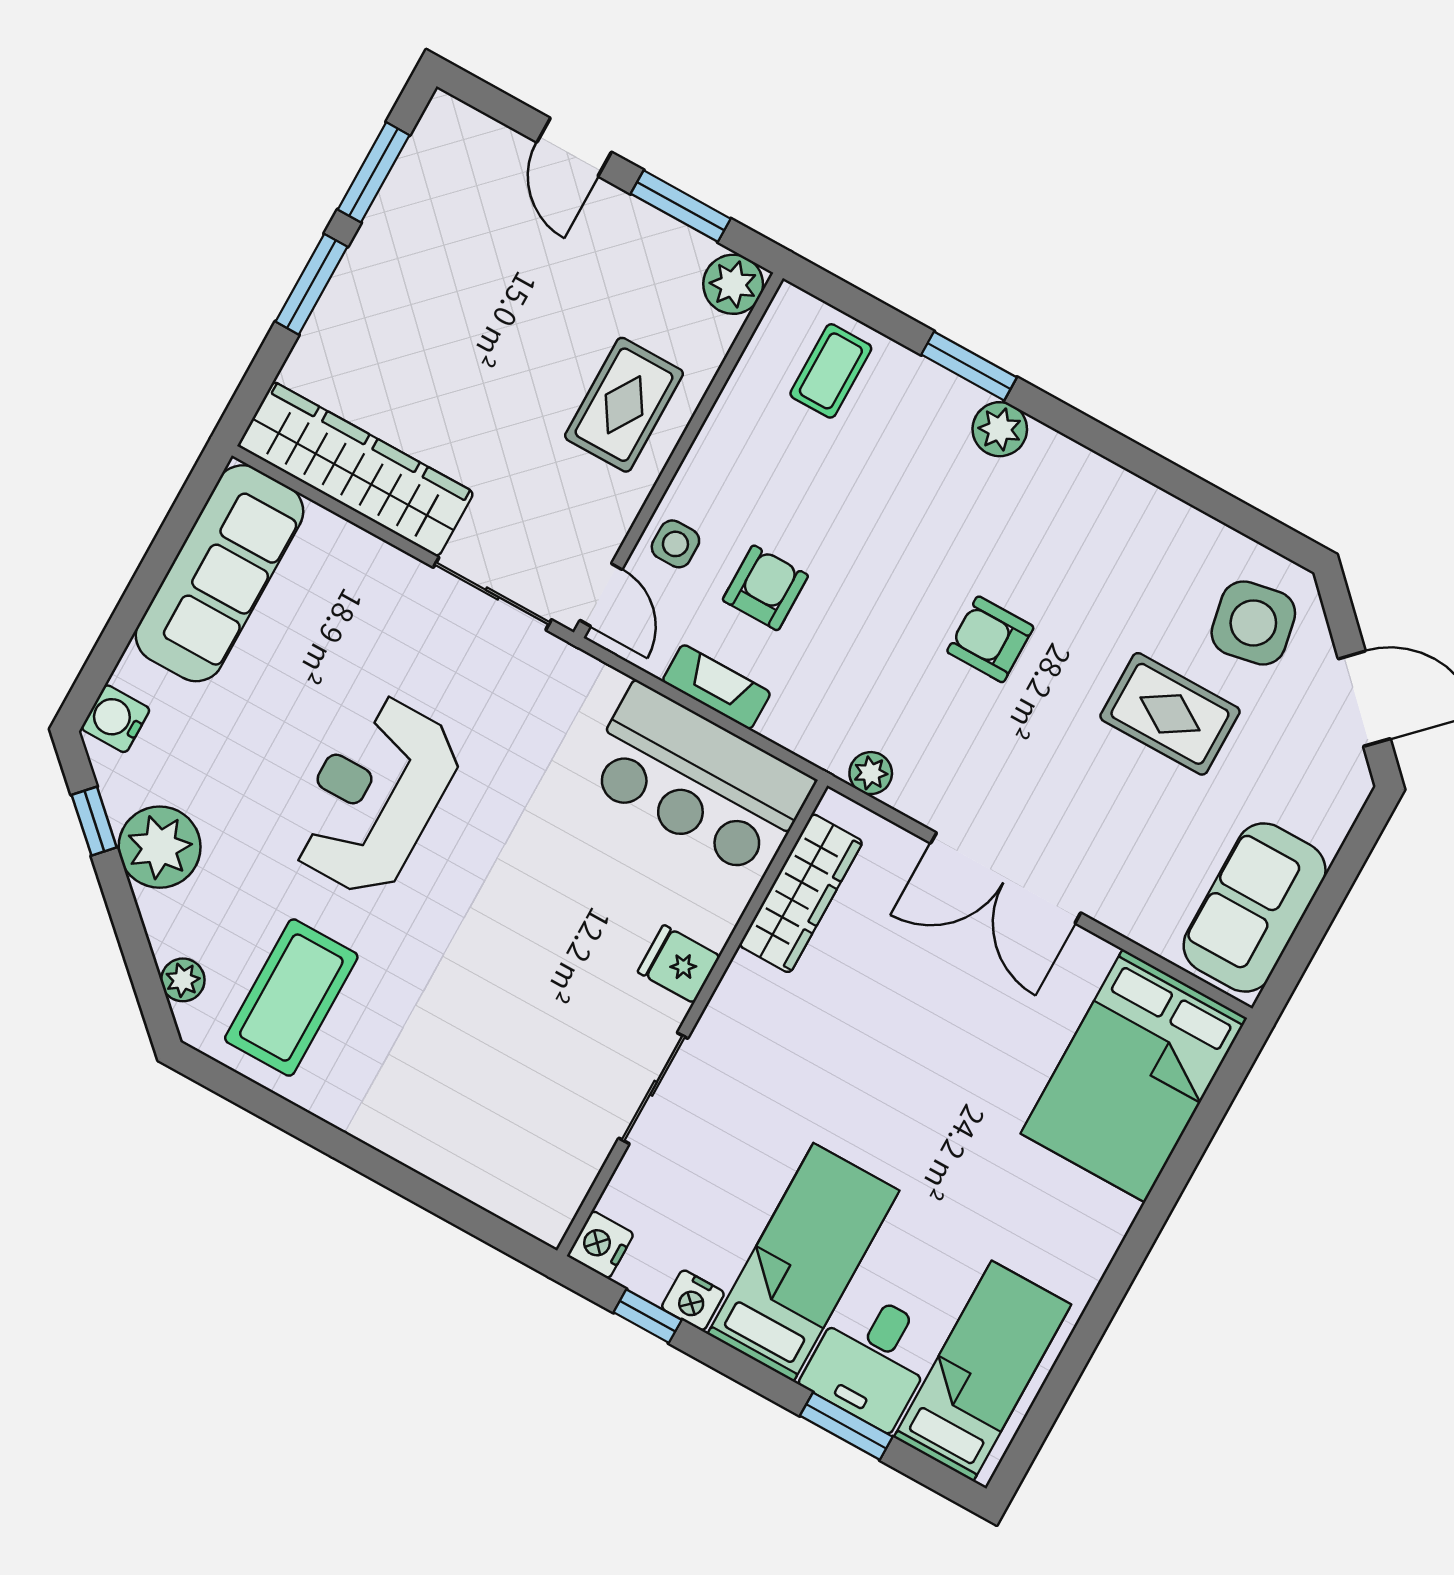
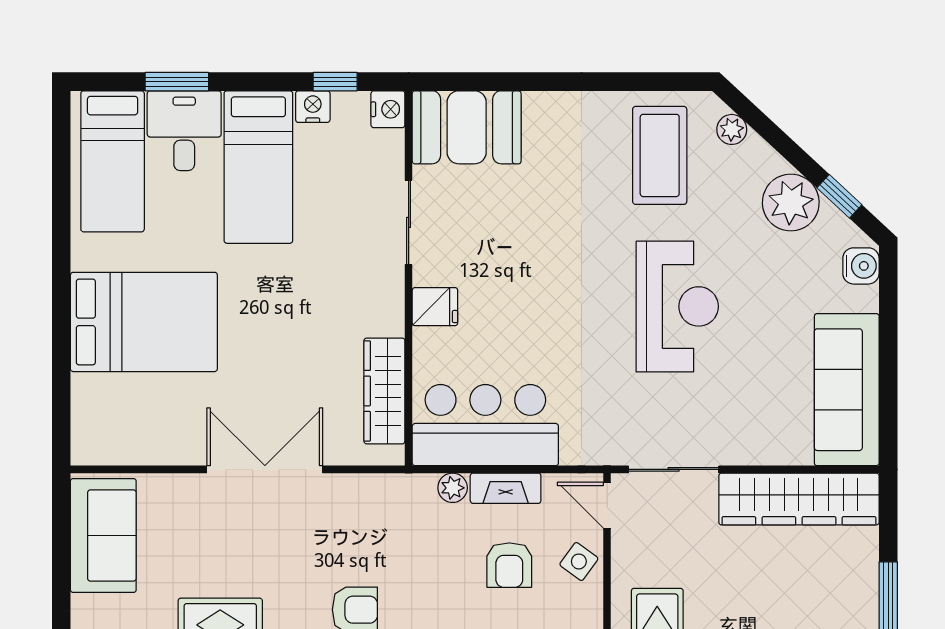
side table: (675, 544) -> (579, 561), turned 36
plant: (871, 773) -> (453, 488), moved
bed: (1134, 1076) -> (144, 322), moved, turned 90
booth: (514, 1167) -> (467, 127), added

